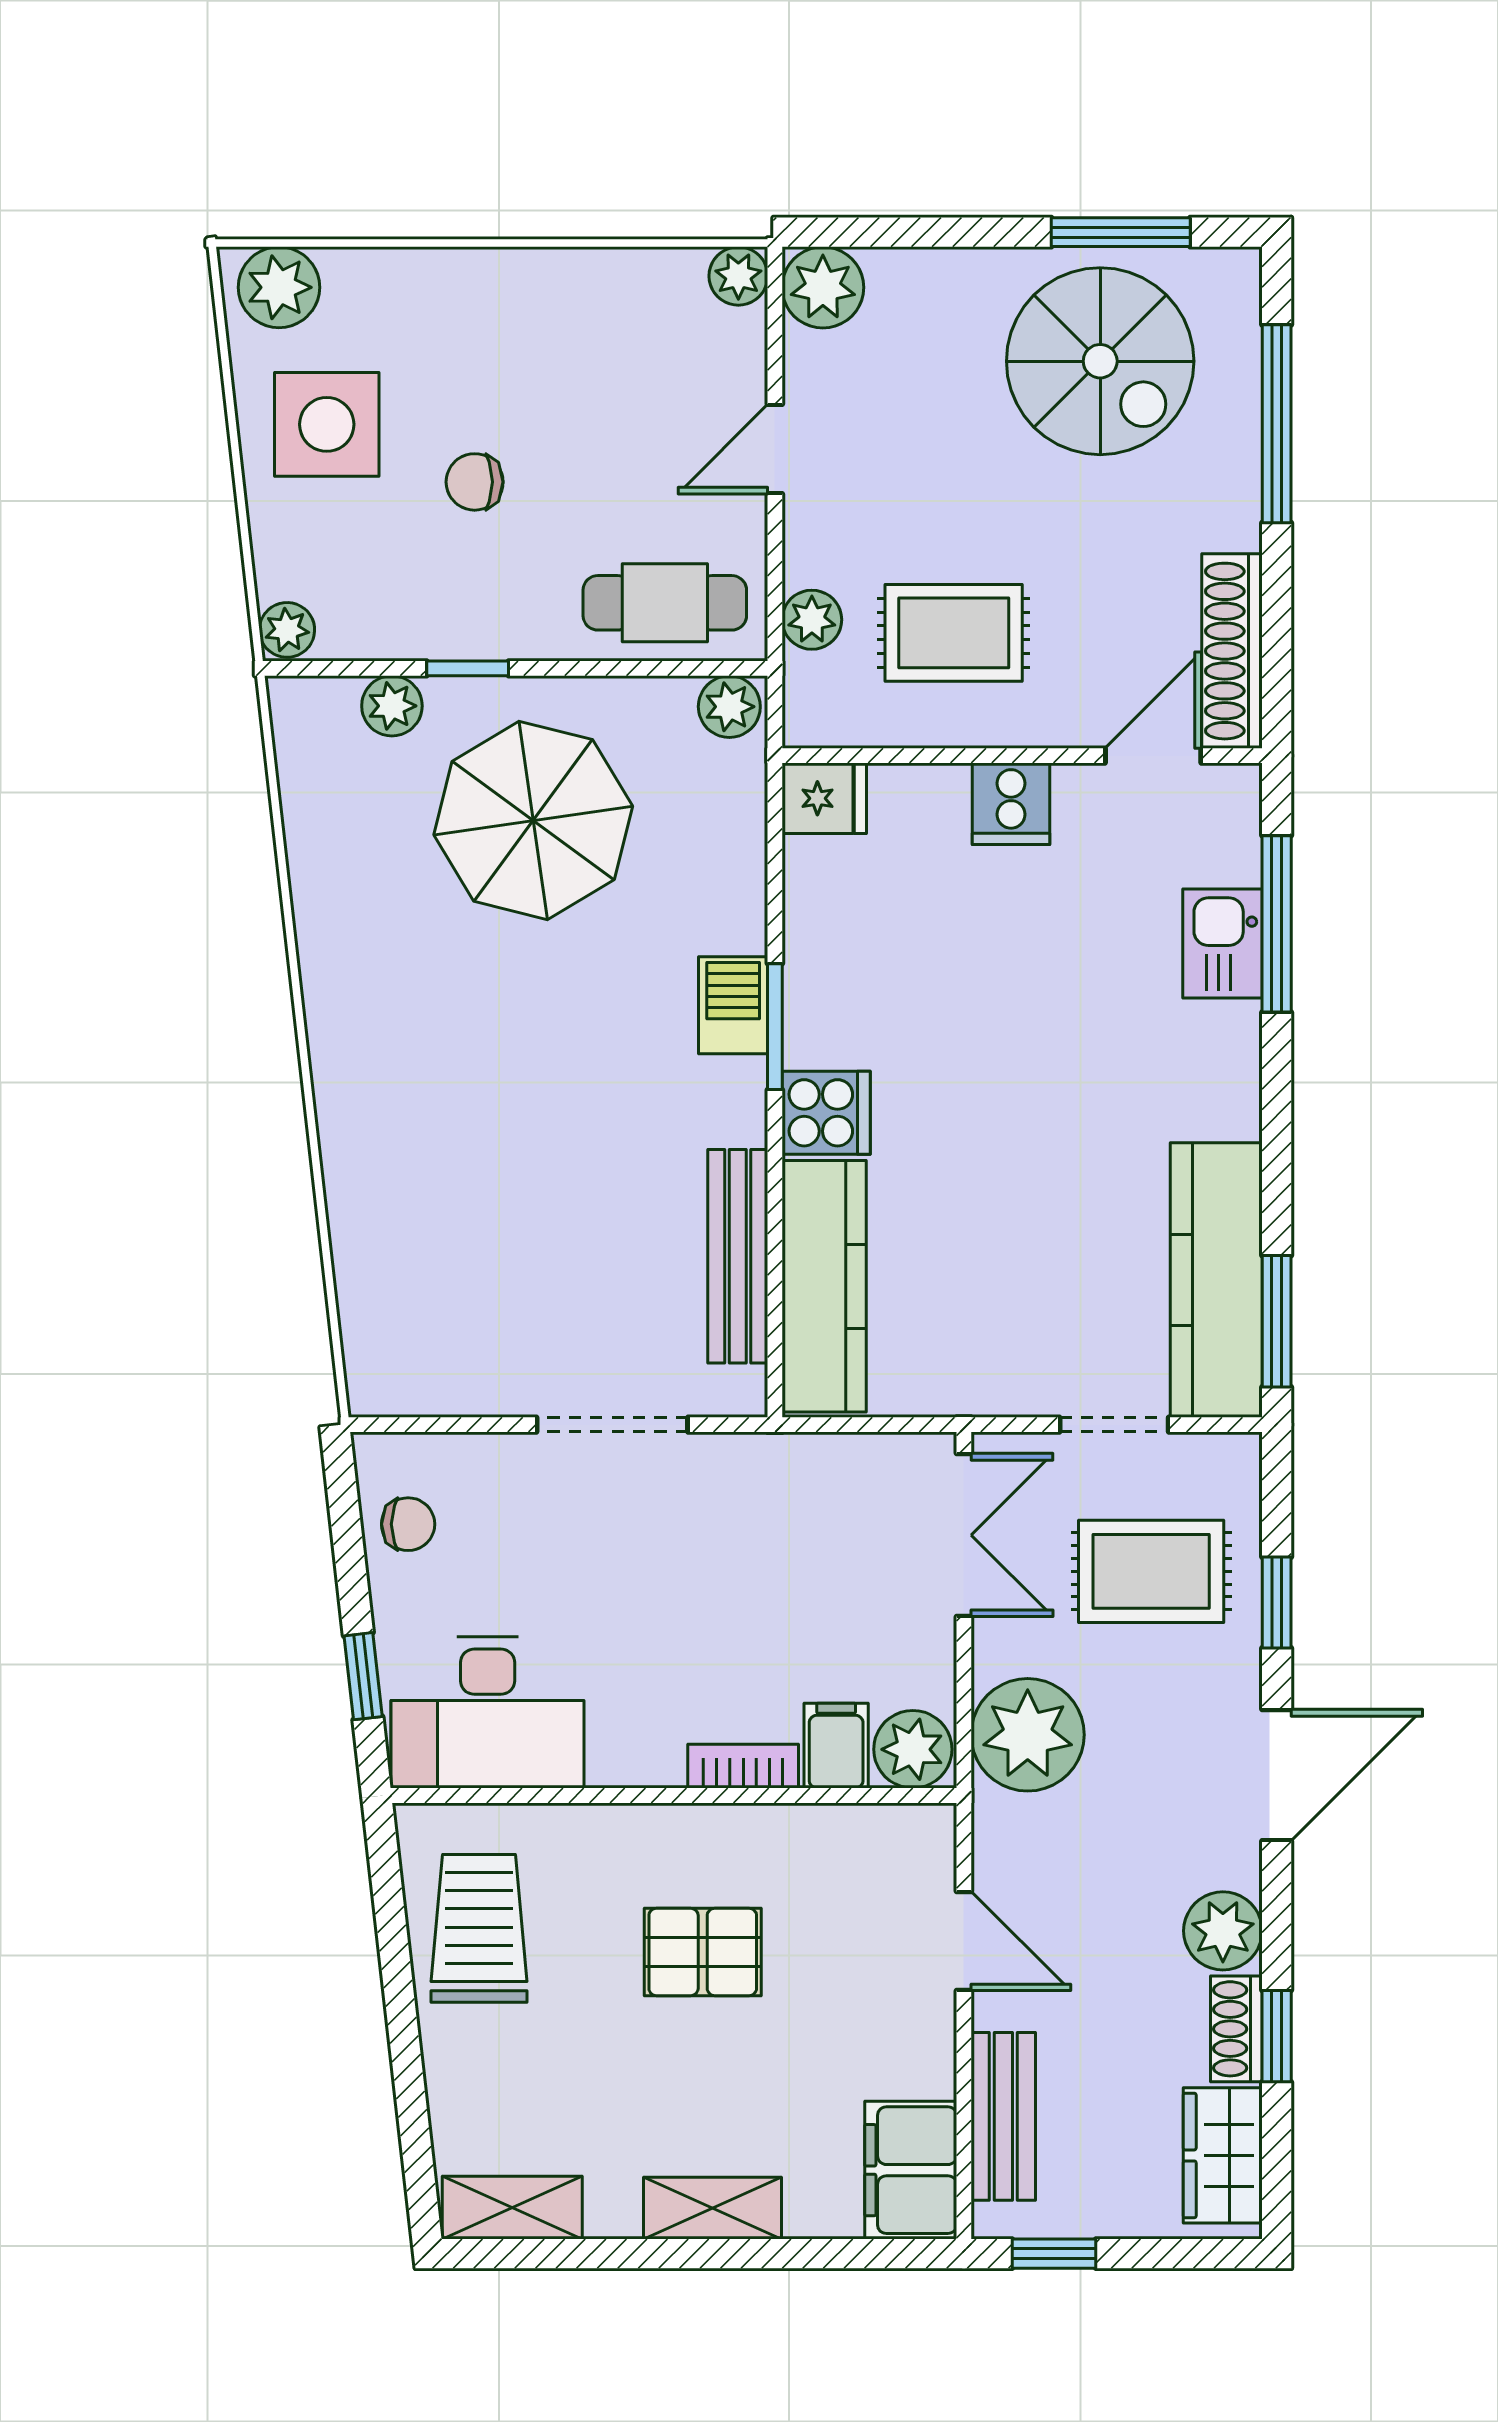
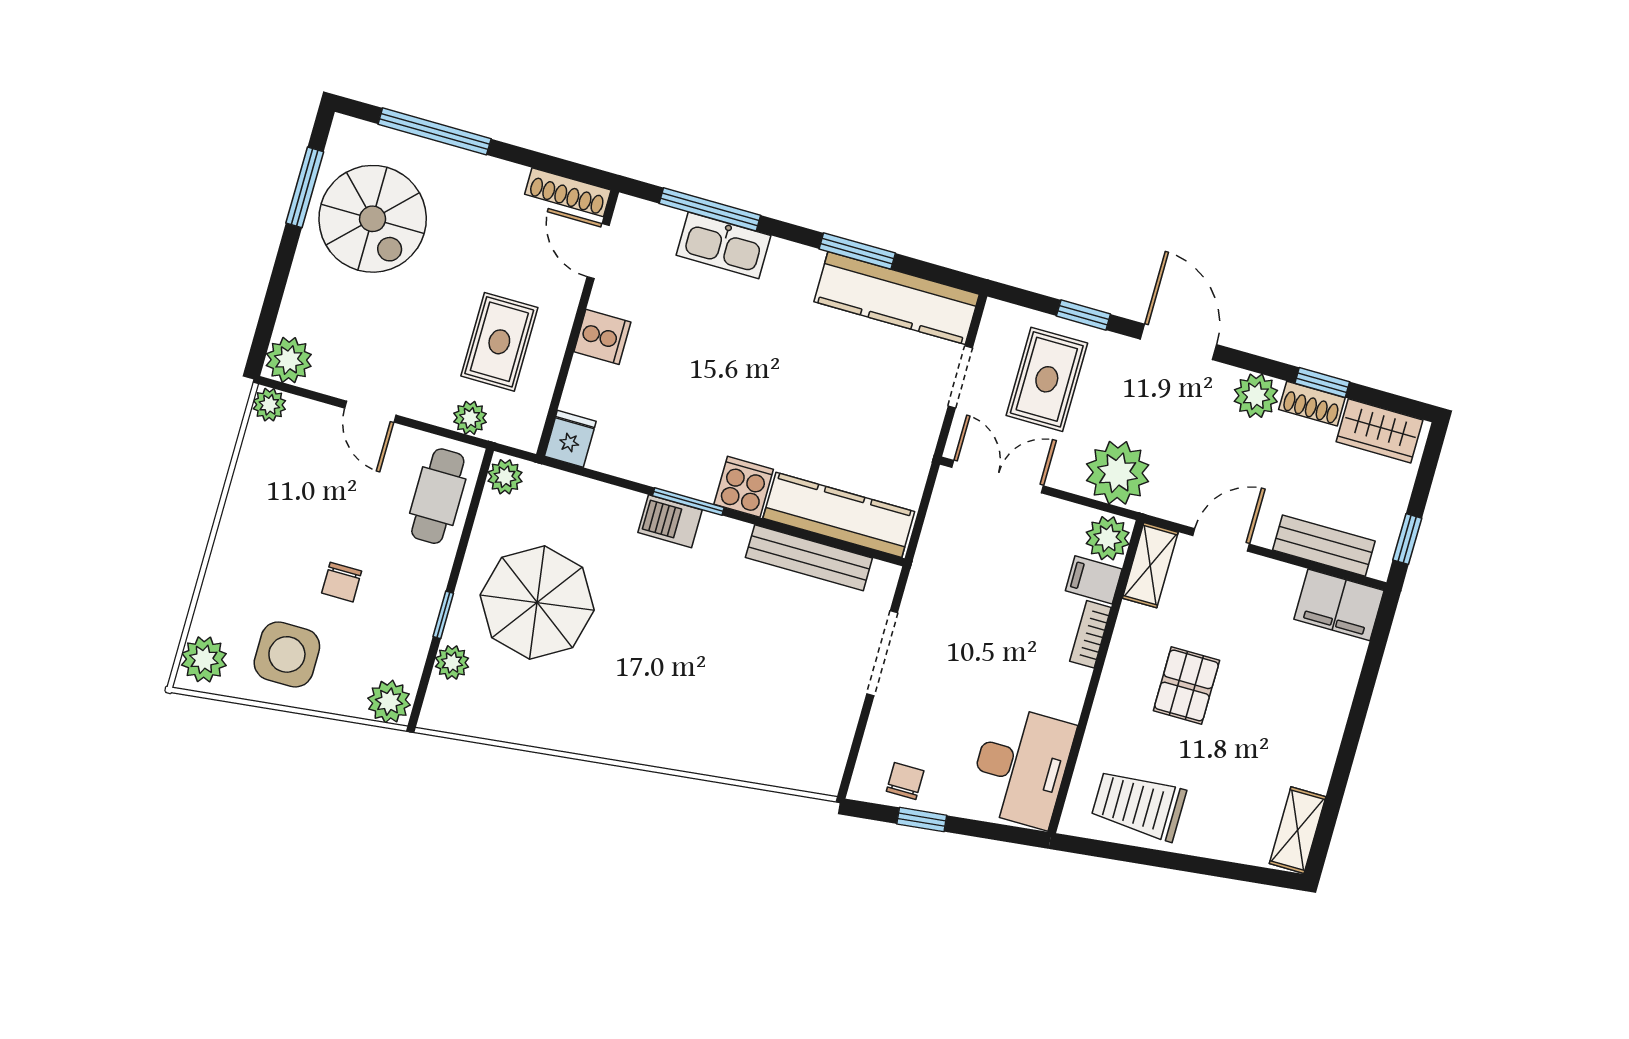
spiral stairs: (1100, 361) -> (373, 219), turned 90
plant: (287, 630) -> (389, 702), width x1.38, depth x1.38
shoe rack: (1232, 651) -> (568, 192), width x0.74, depth x0.81
kitchen sink: (1223, 943) -> (723, 245), width x1.38
window: (1277, 1321) -> (857, 251), moved
window: (363, 1676) -> (922, 820), moved
shelving: (712, 2208) -> (1150, 565), moved

